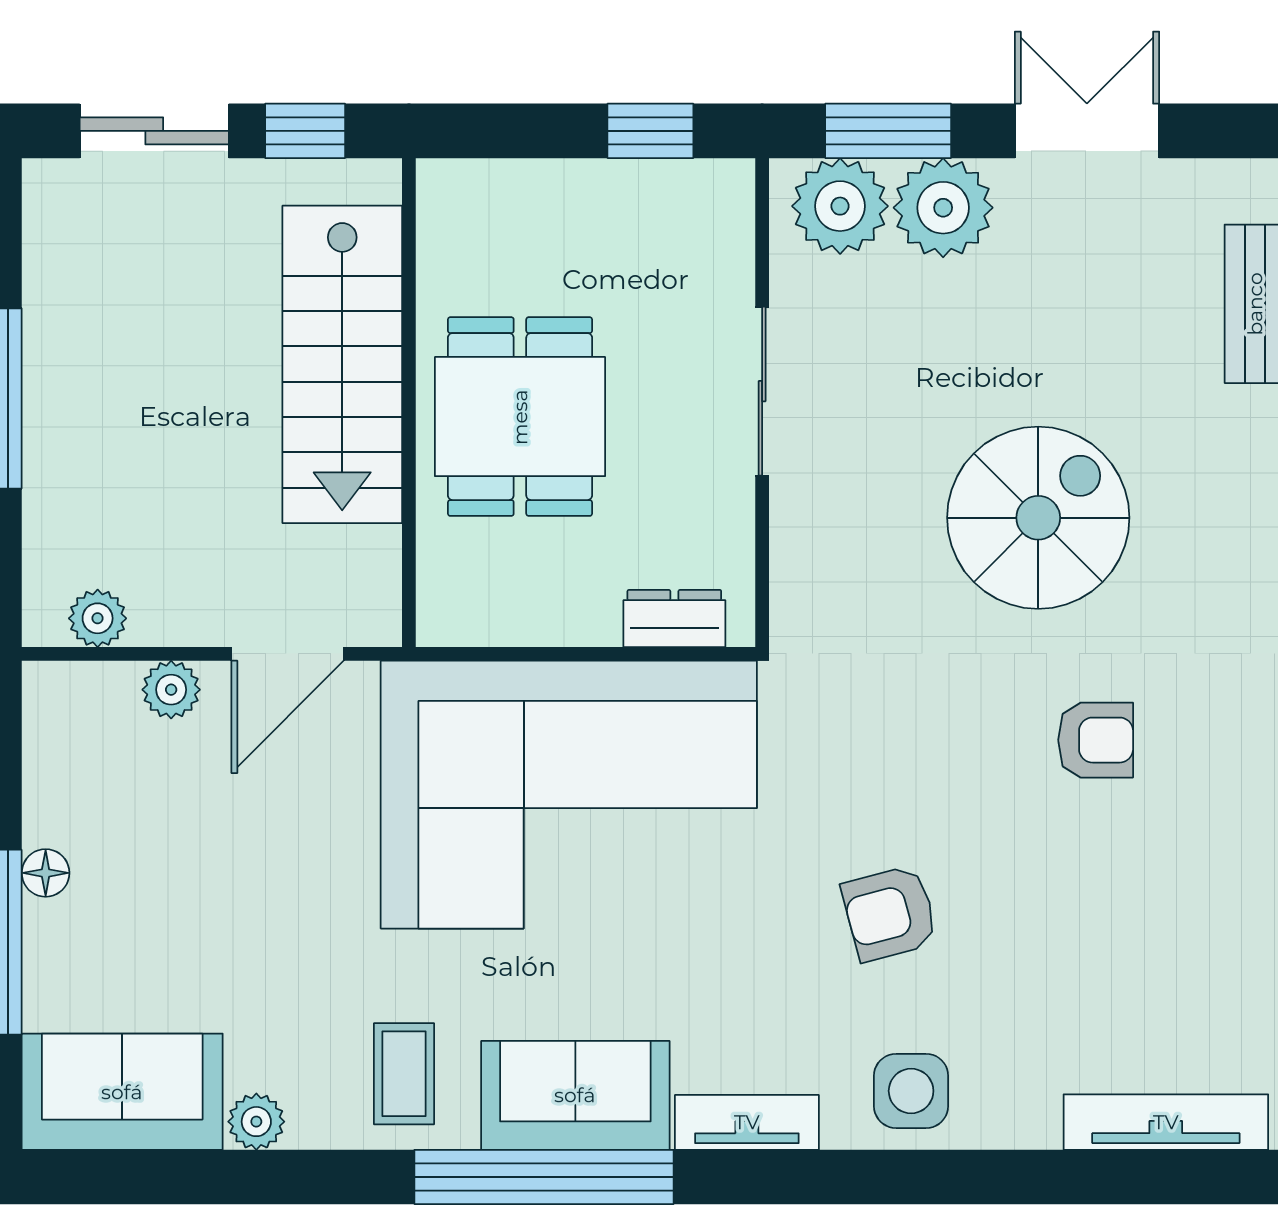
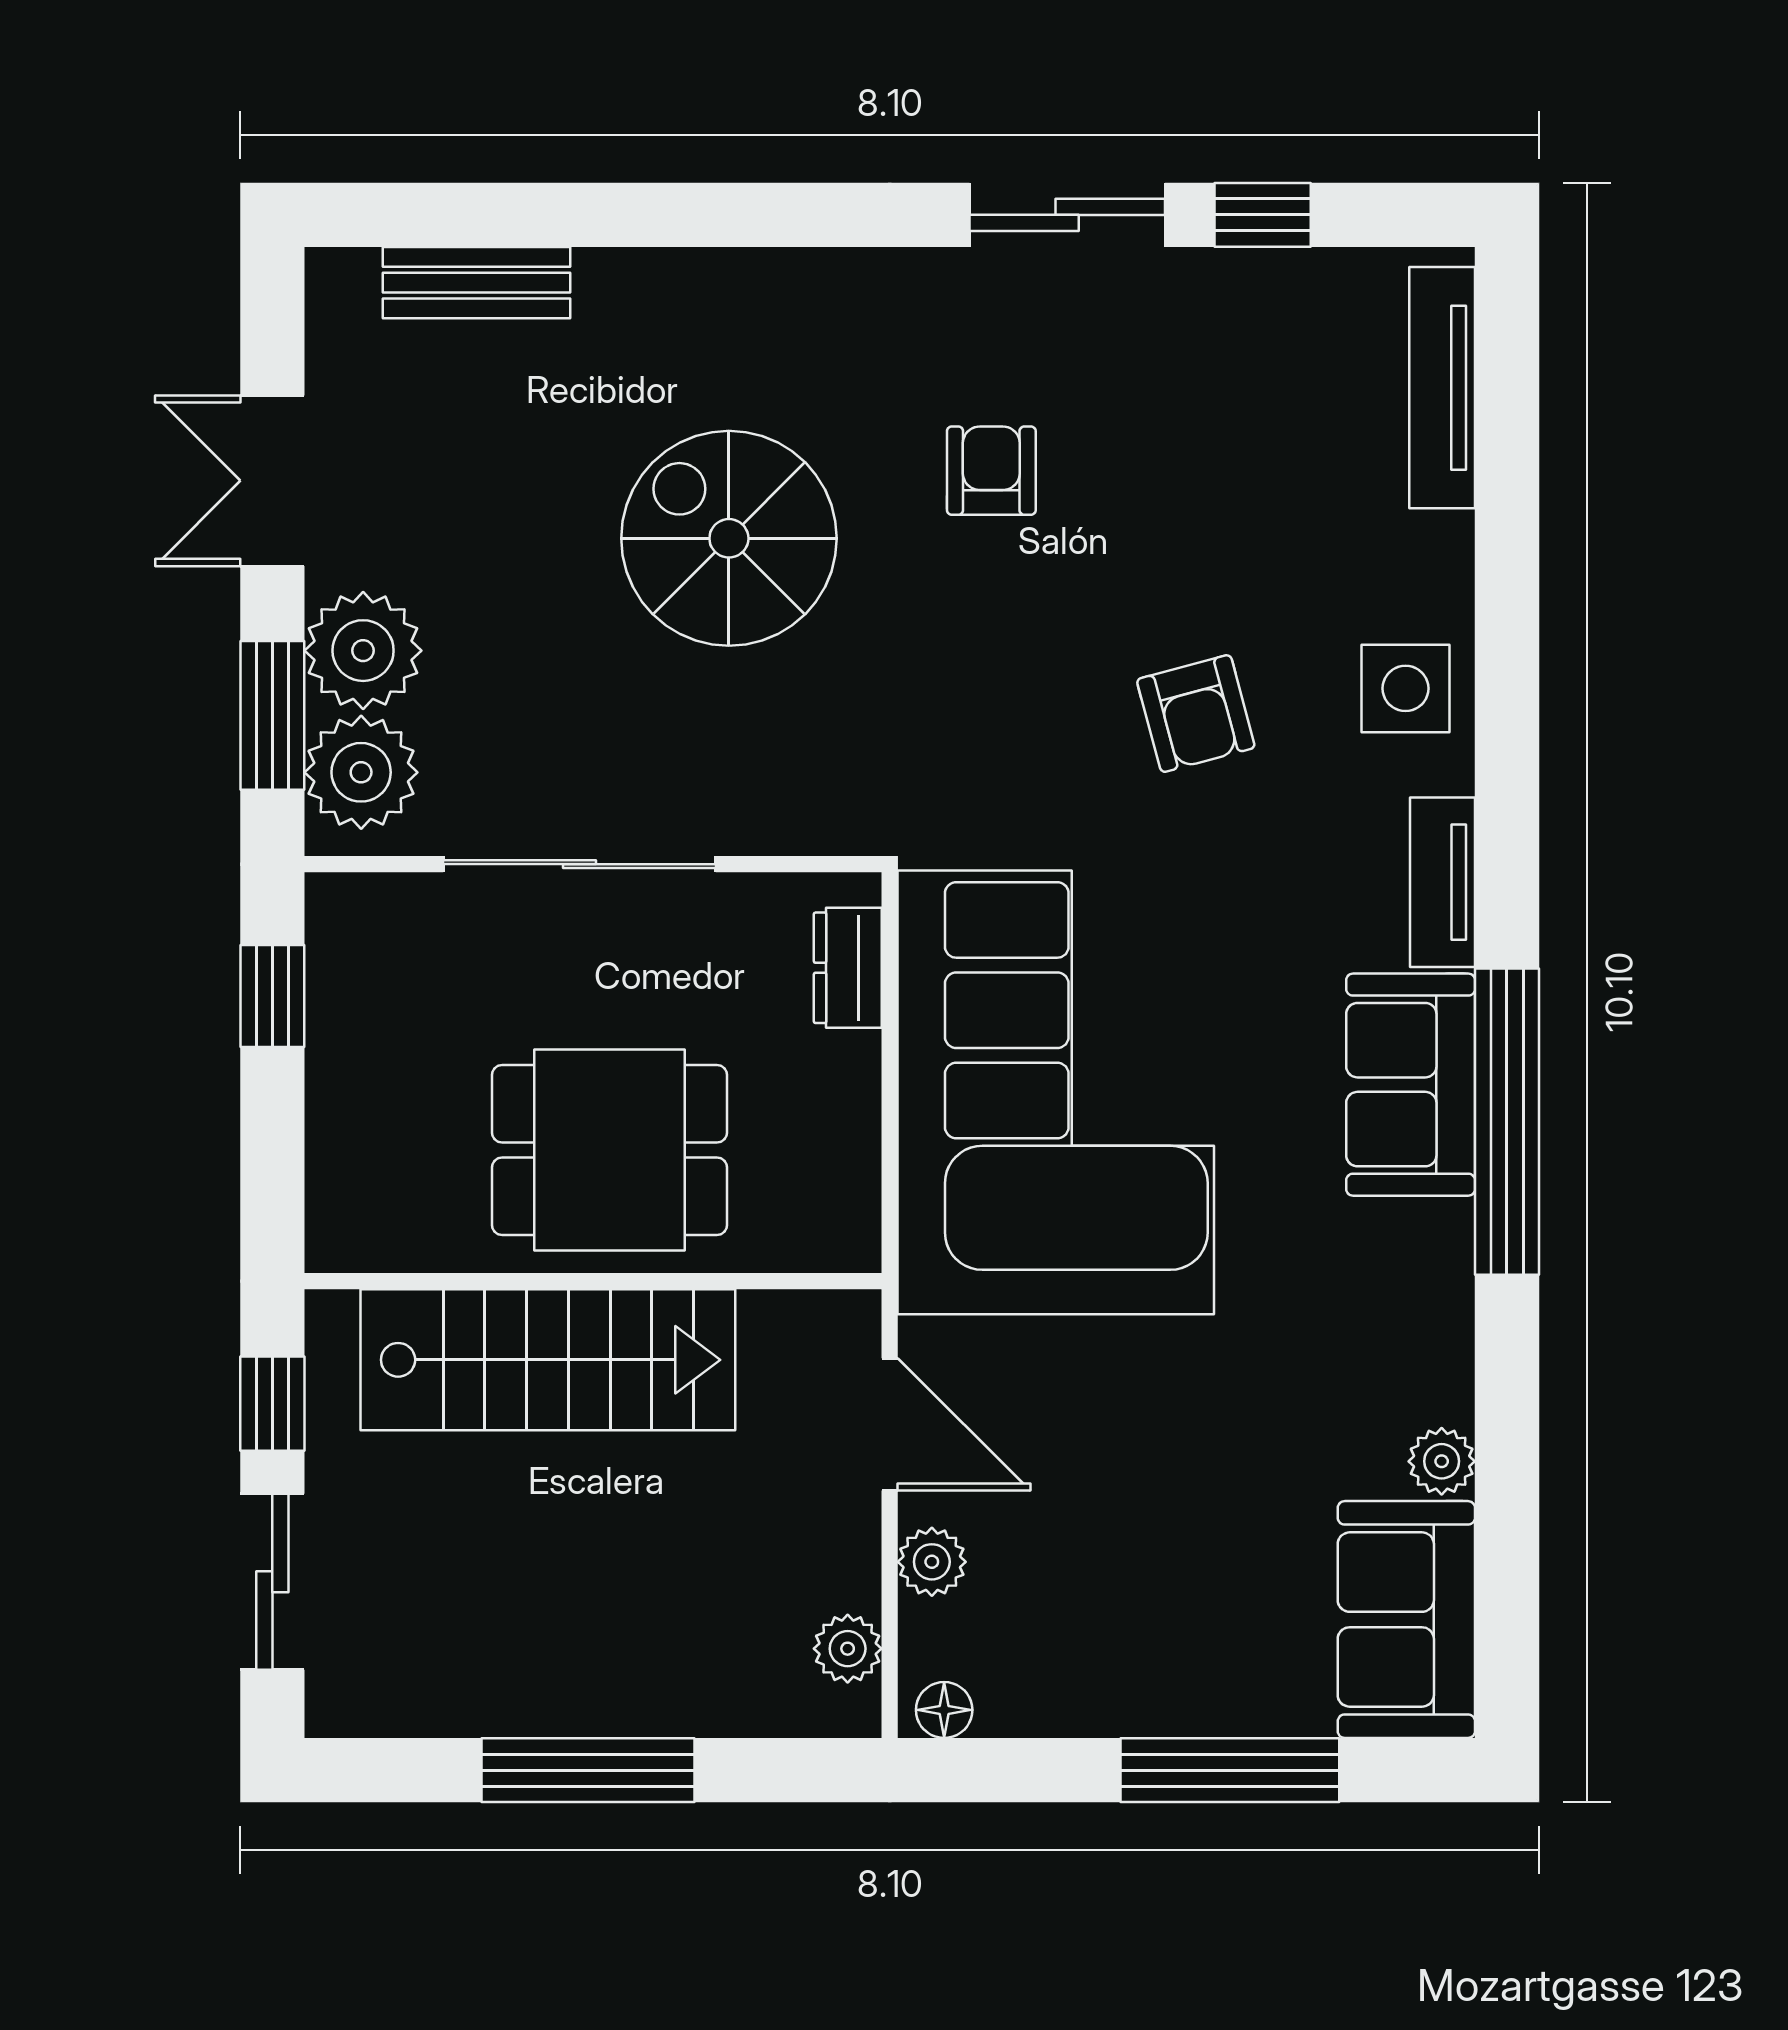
sliding door: (762, 391) -> (579, 864), width x1.37
floor lamp: (46, 873) -> (944, 1710), moved
coffee table: (404, 1074) -> (1385, 1287), removed

